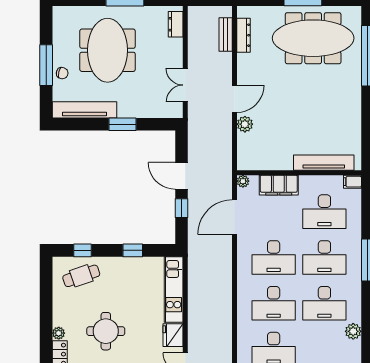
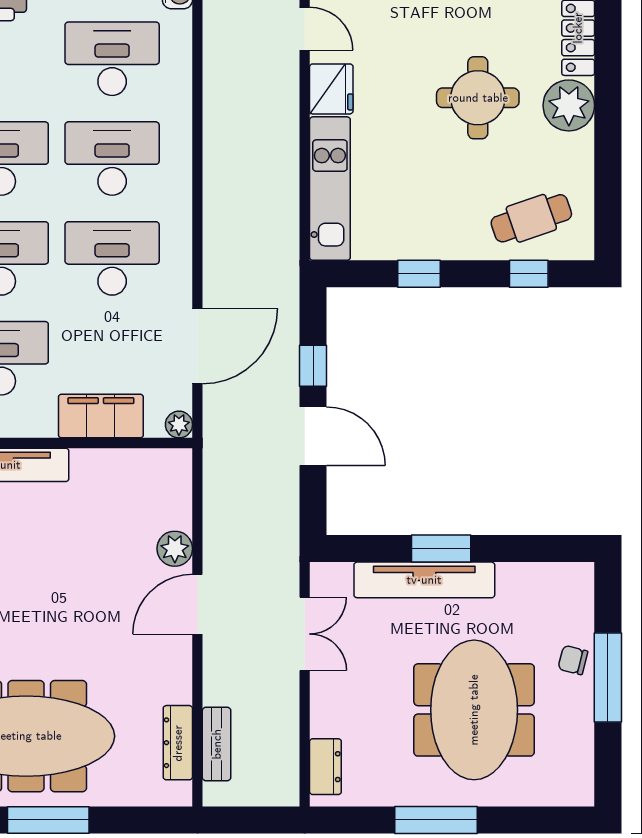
tv unit: (85, 110) -> (424, 580), moved
plant: (59, 333) -> (569, 105), width x1.87, depth x1.87

